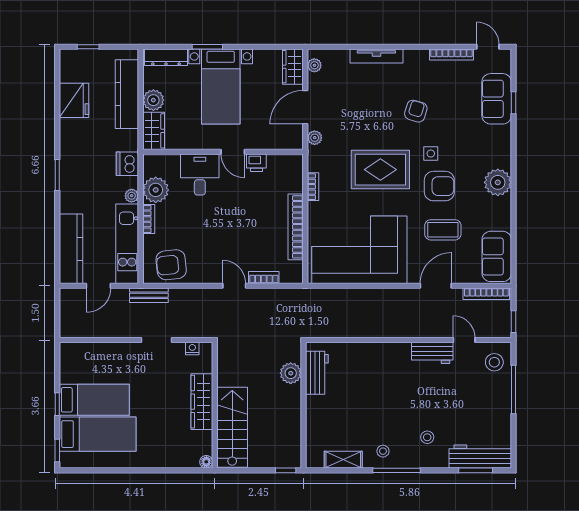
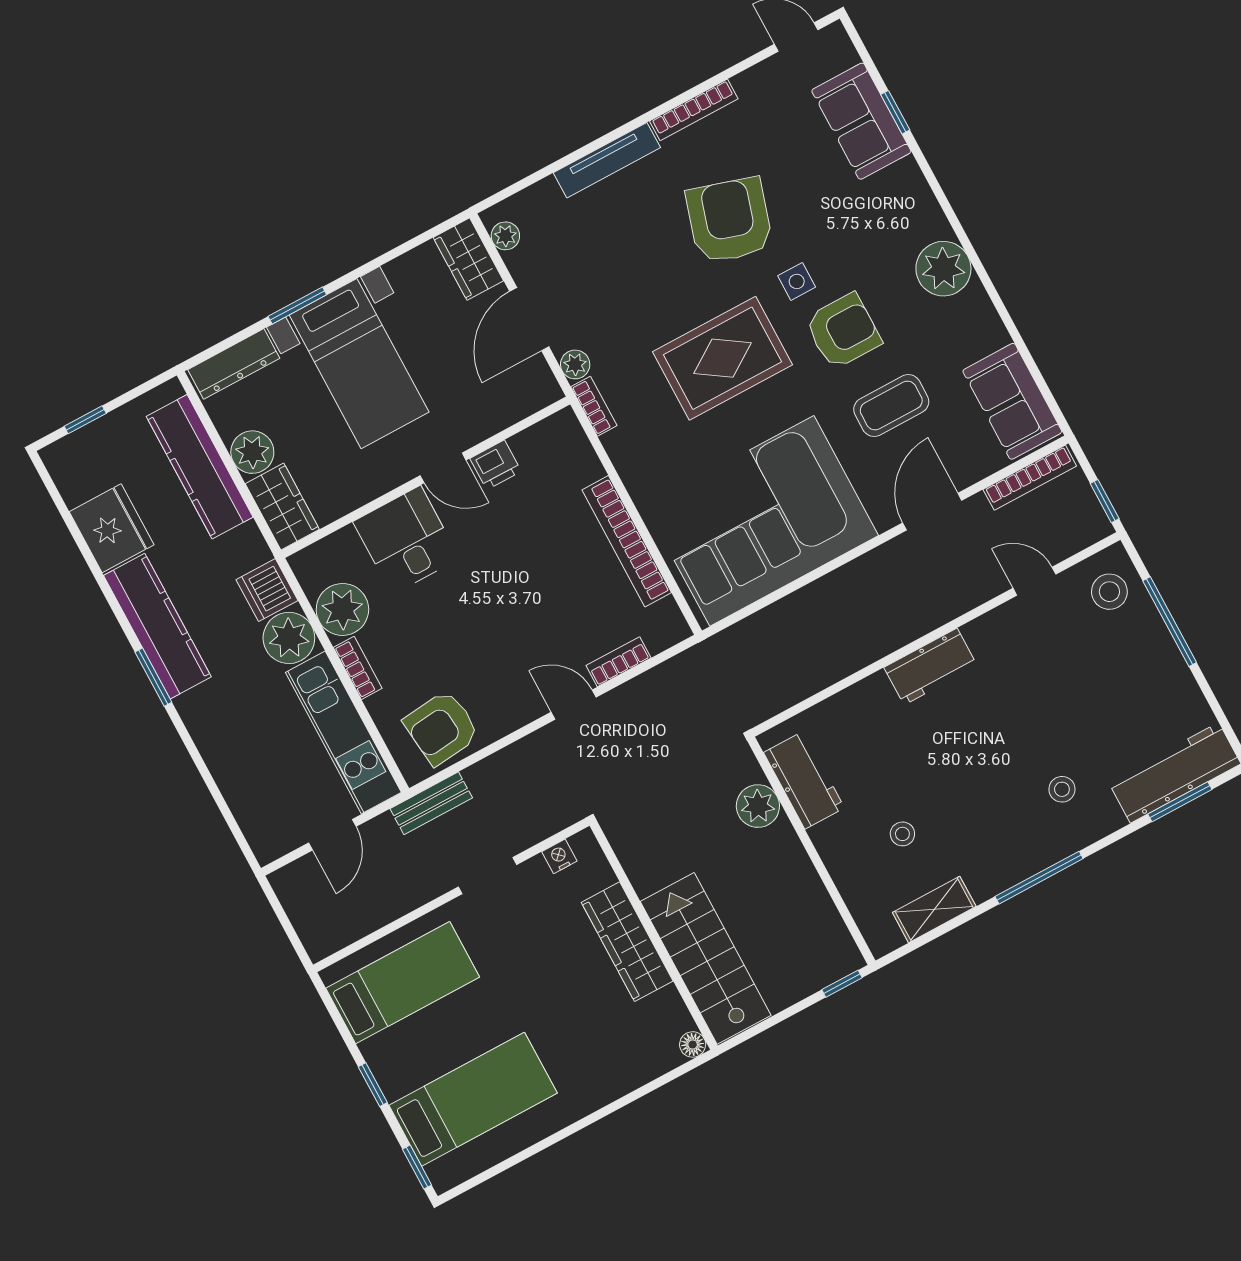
bookcase: (451, 55) -> (694, 110), moved
armchair: (416, 111) -> (729, 220), width x1.88, depth x1.88
bookcase: (313, 187) -> (594, 406), moved
plant: (132, 196) -> (289, 638), width x1.88, depth x1.88
kitchen counter: (71, 249) -> (157, 626), moved
workbench: (432, 353) -> (931, 666), moved
bed: (94, 400) -> (403, 983), moved
stool: (383, 451) -> (902, 834), moved

